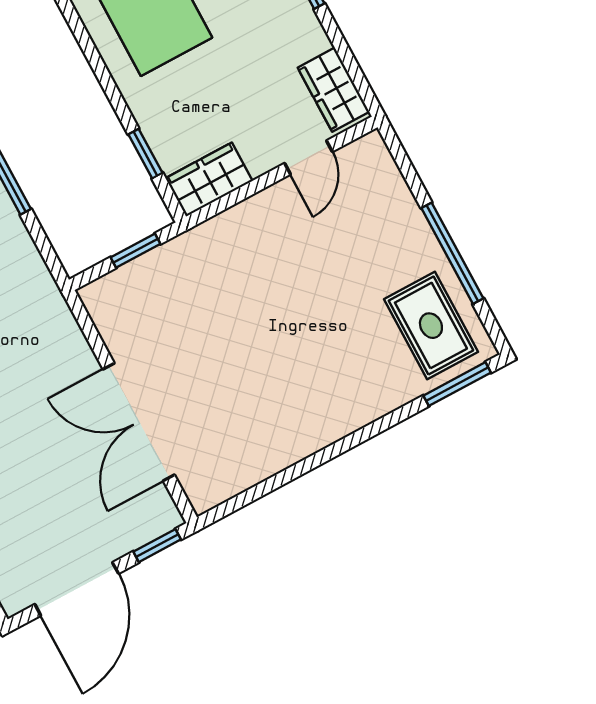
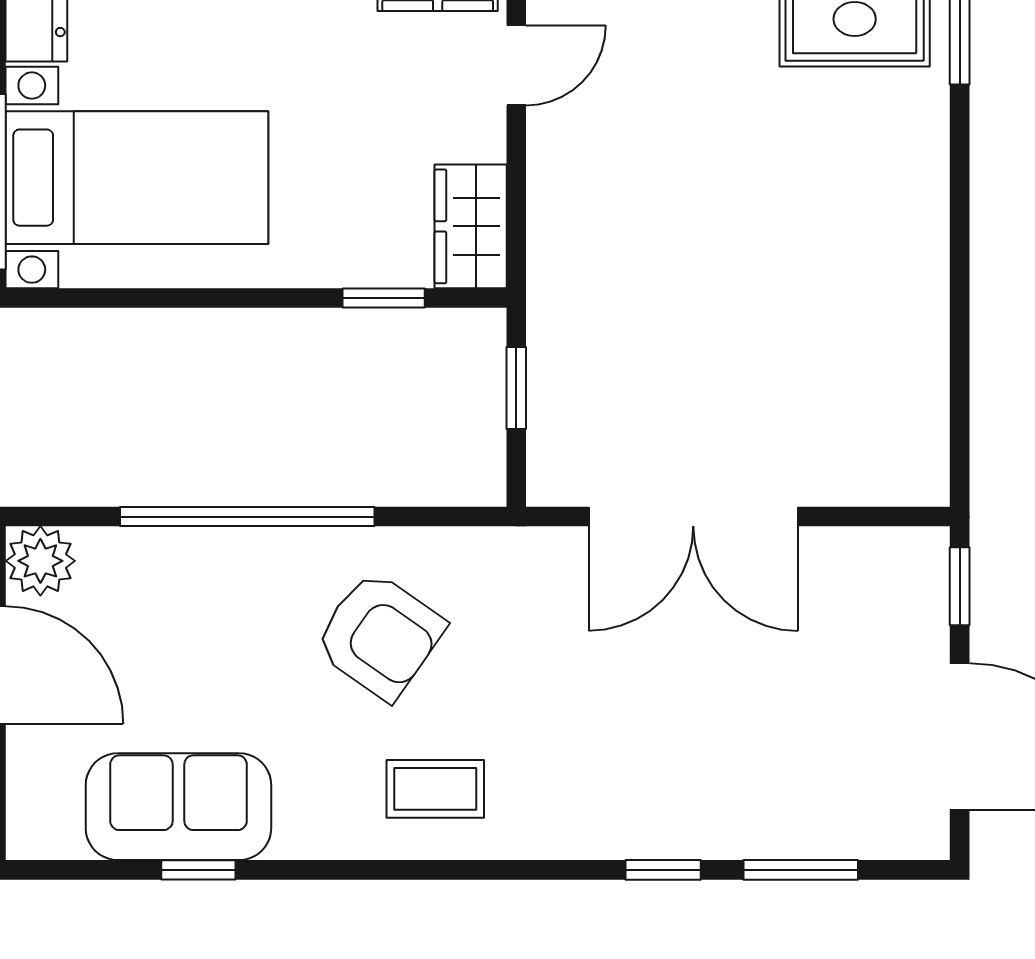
door: (308, 158) -> (516, 65), hinge flipped
double door: (139, 422) -> (693, 517), moved

